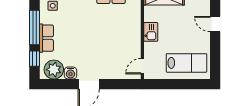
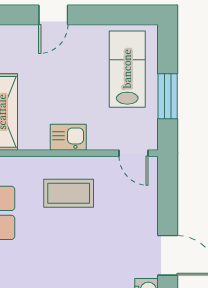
coffee table: (121, 32) -> (69, 193), added
window: (172, 84) -> (168, 96), added

